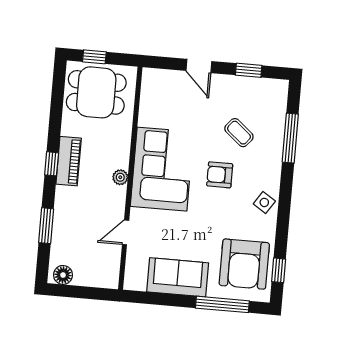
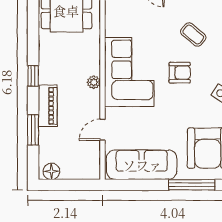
piano: (69, 161) -> (48, 106), moved
armchair: (220, 175) -> (180, 73), turned 180
sofa: (178, 277) -> (142, 165), width x1.36

